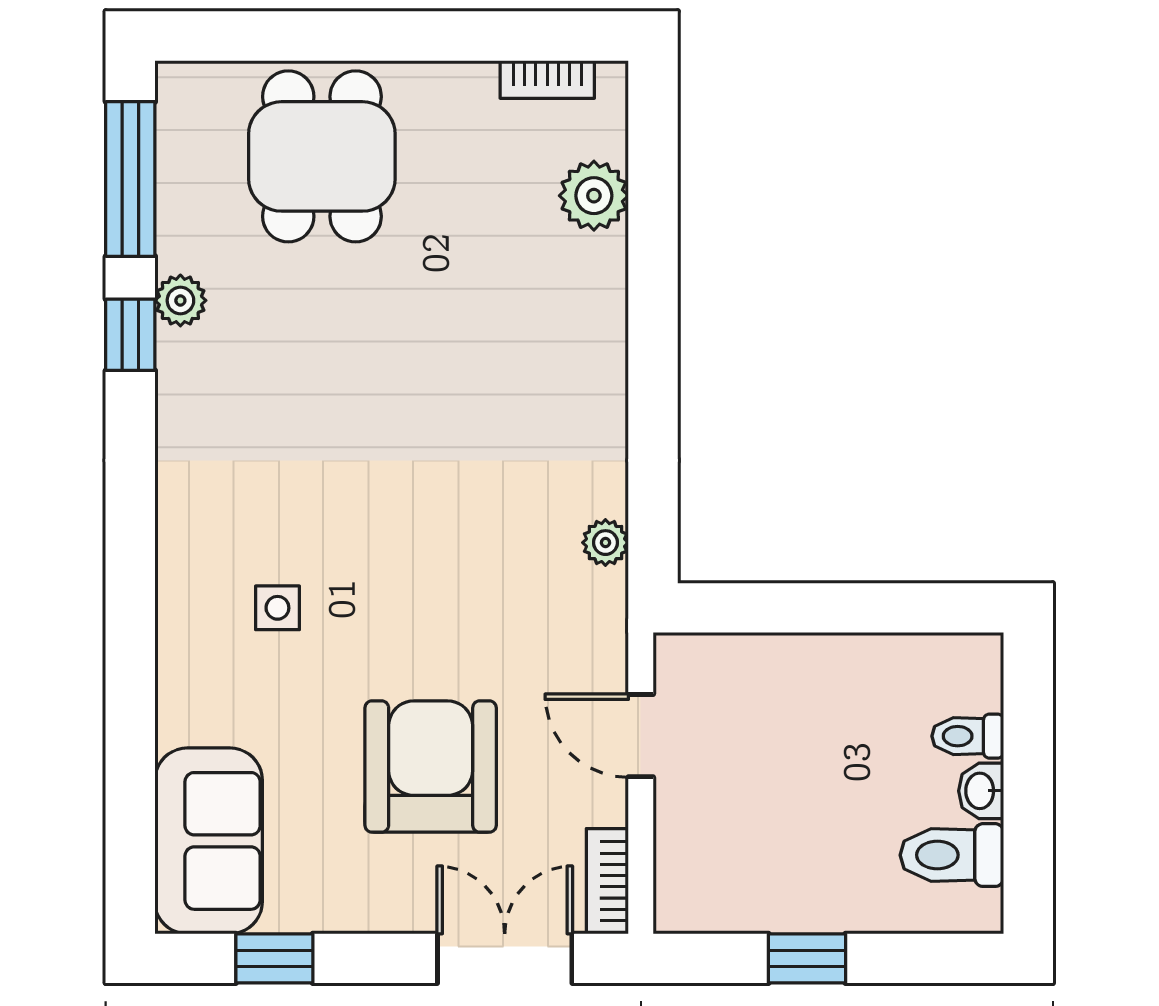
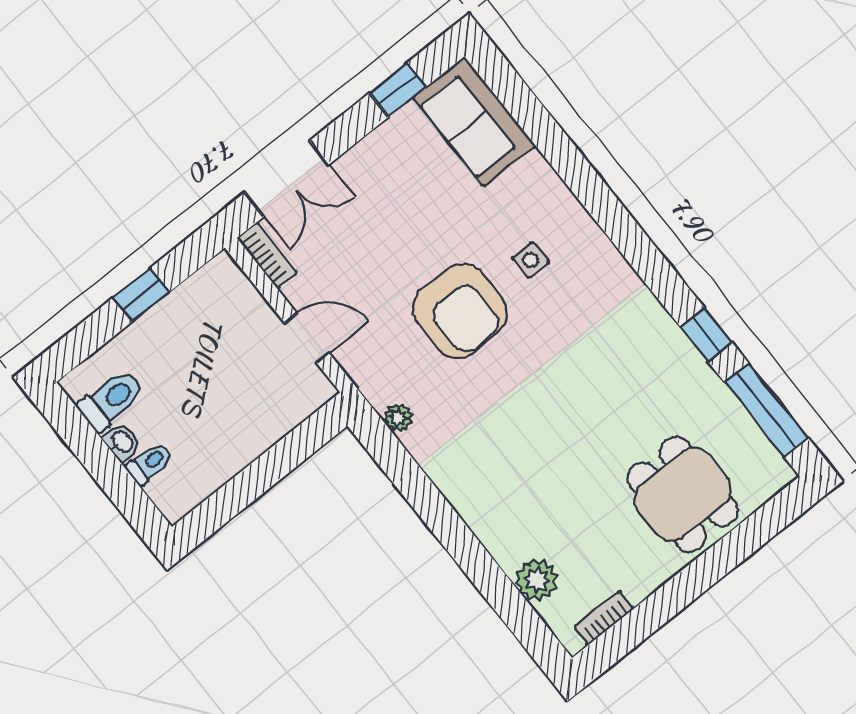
plant: (180, 300) -> (695, 371), removed
armchair: (431, 767) -> (460, 311), moved

